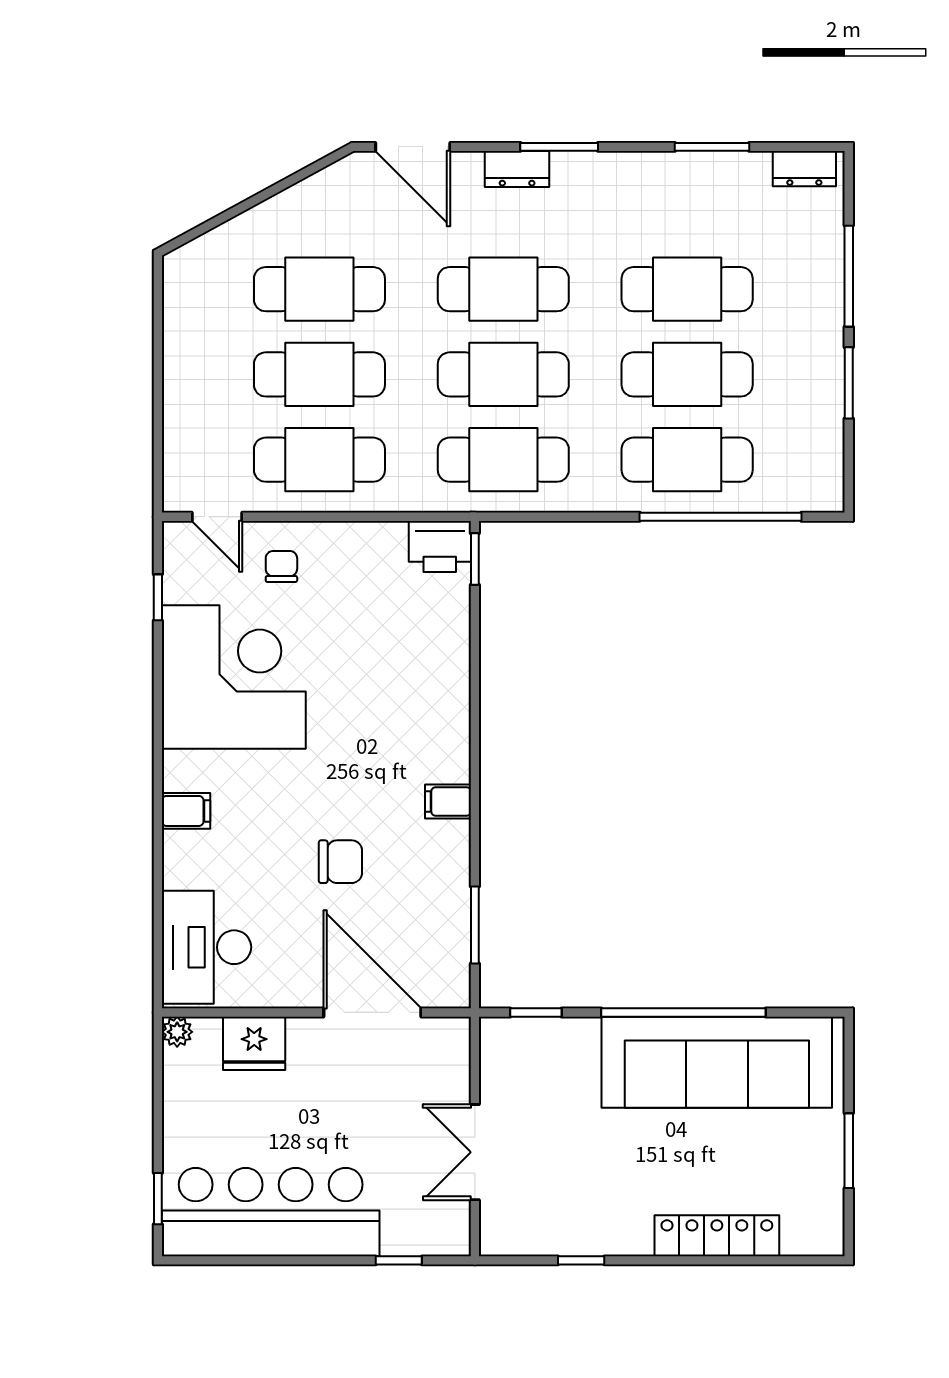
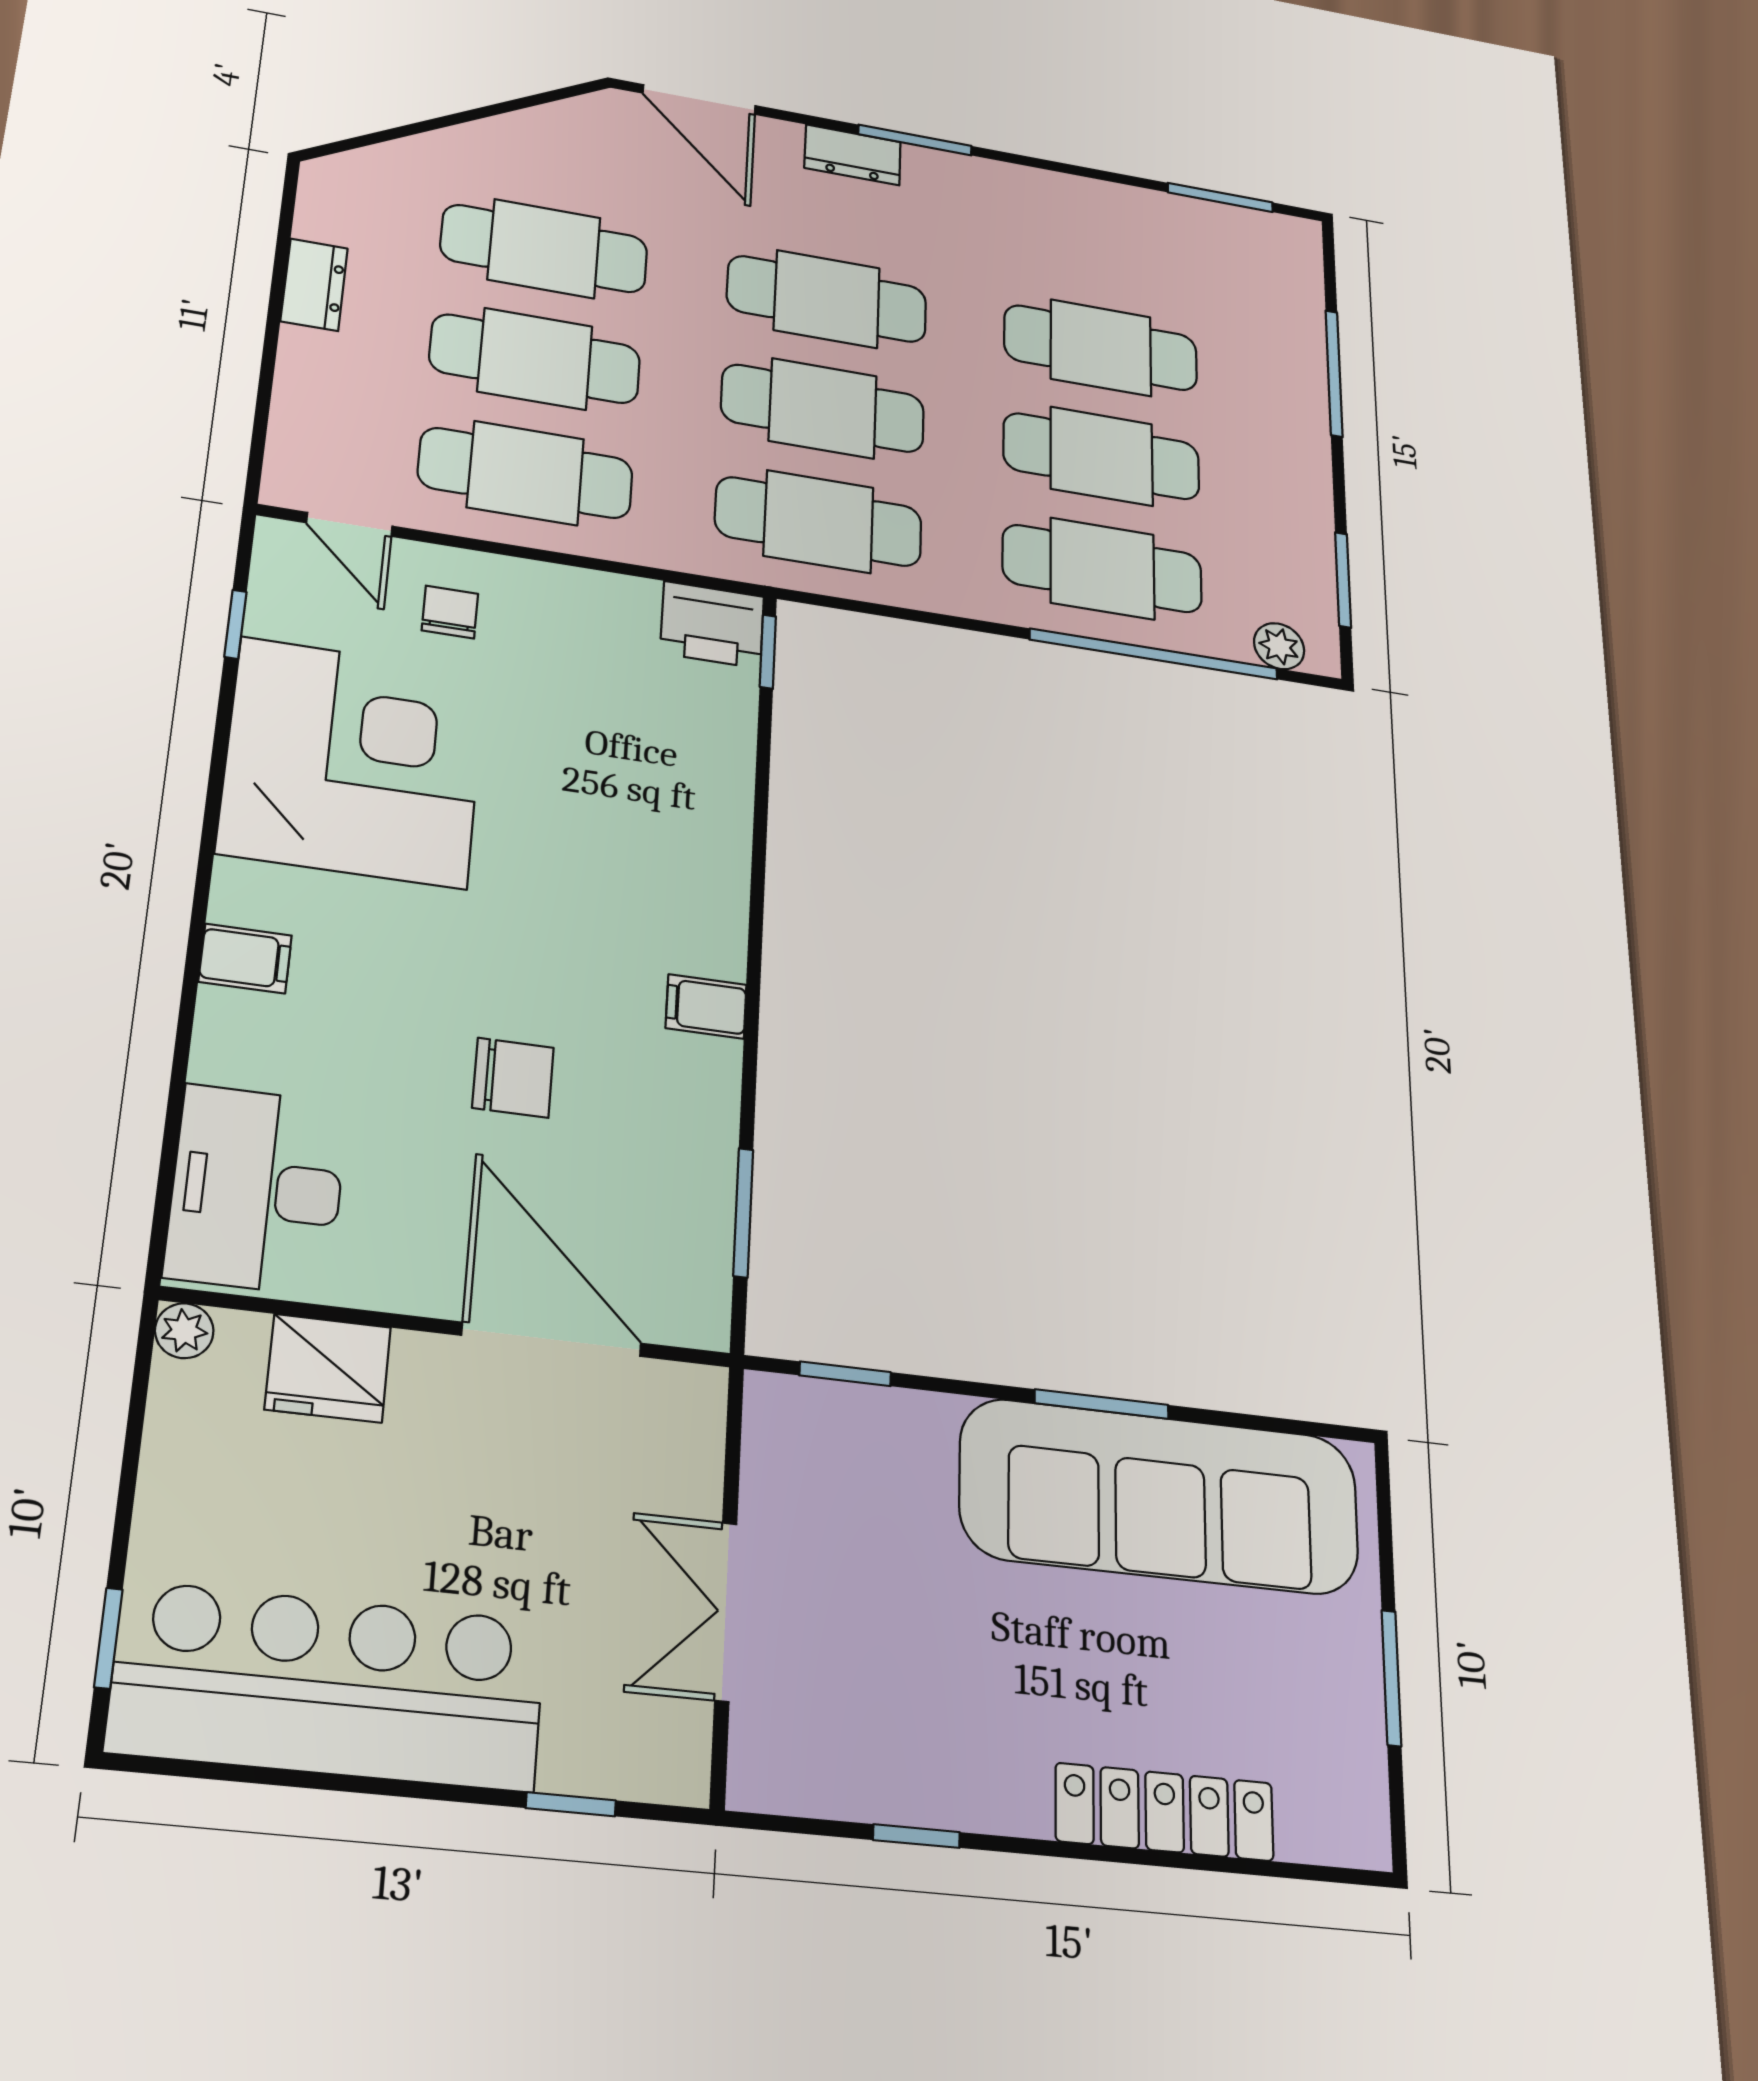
window: (712, 147) -> (1220, 197), moved
dresser: (804, 169) -> (314, 285), moved, turned -90
window: (849, 383) -> (1343, 580), moved
plant: (804, 496) -> (1279, 646), added
window: (683, 1012) -> (1102, 1404), width x0.47

